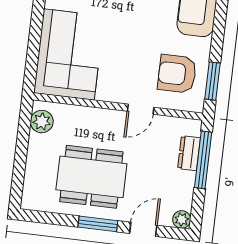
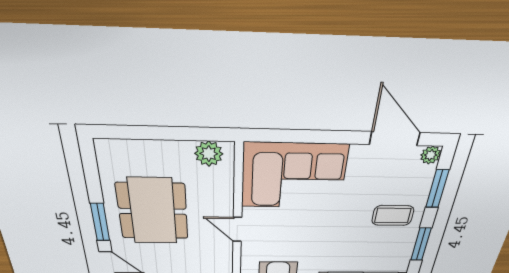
door: (141, 109) -> (237, 229), moved

